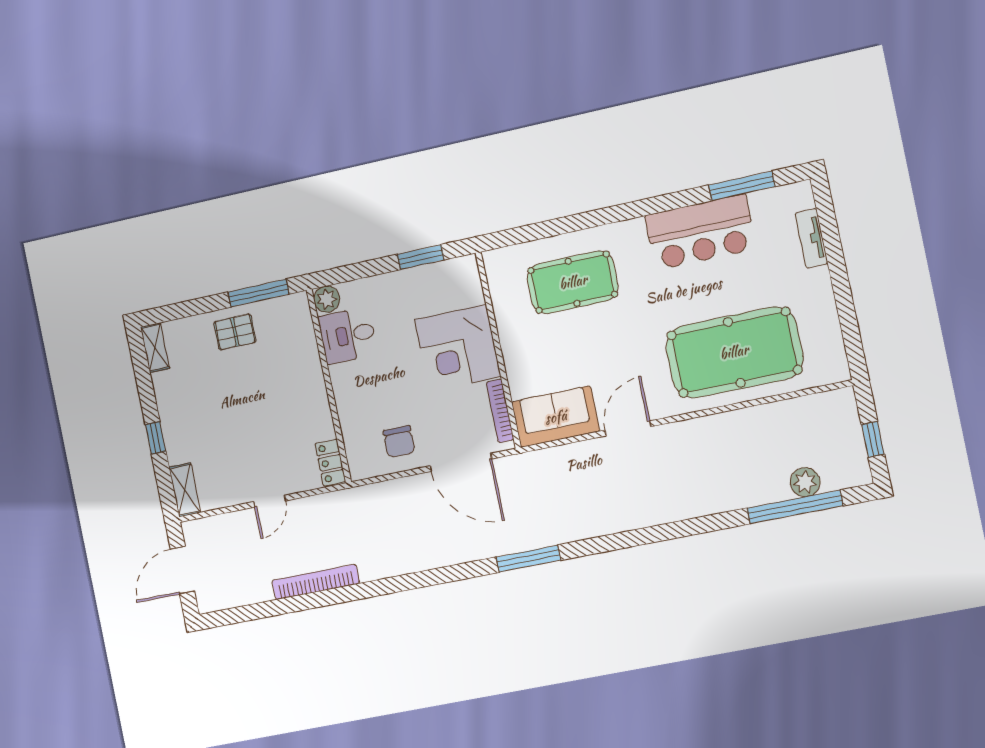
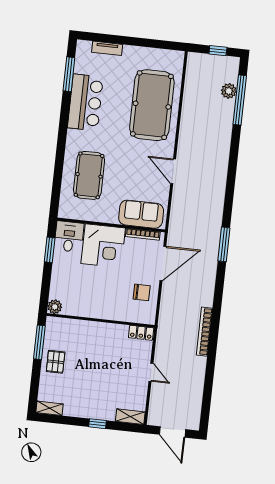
desk: (348, 335) -> (69, 237), moved, turned 180
sofa: (556, 417) -> (141, 214), moved, turned 90
bookcase: (316, 582) -> (204, 332), moved

